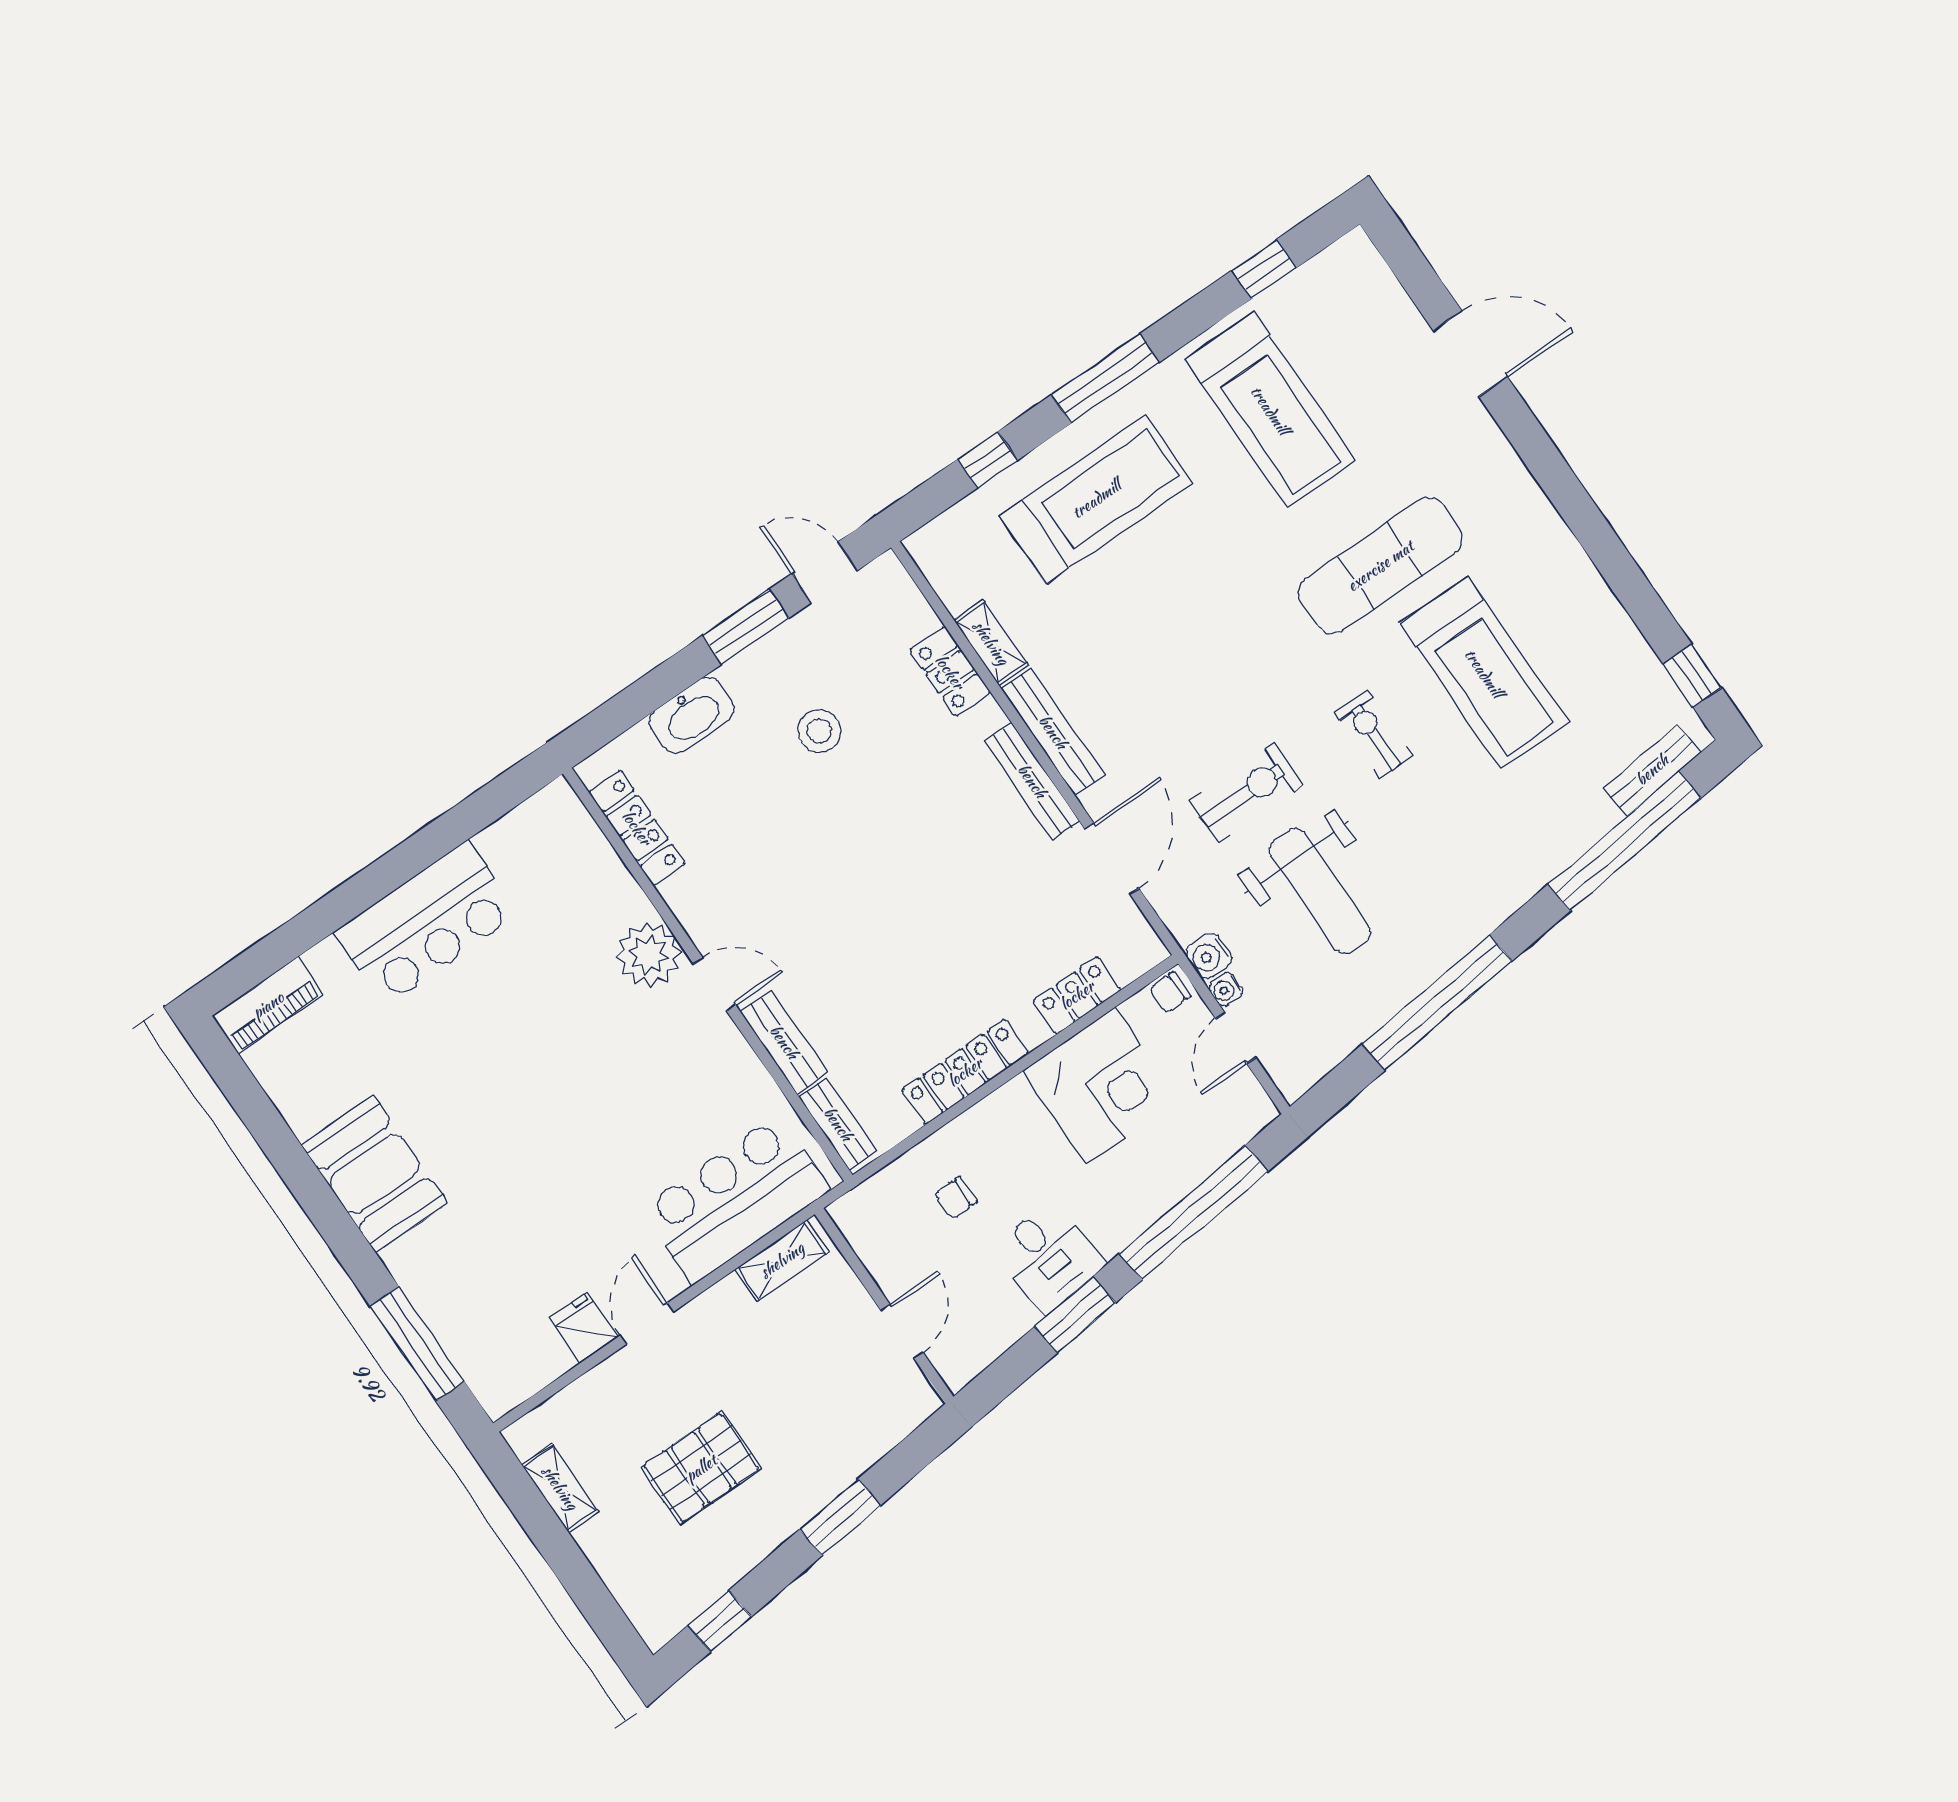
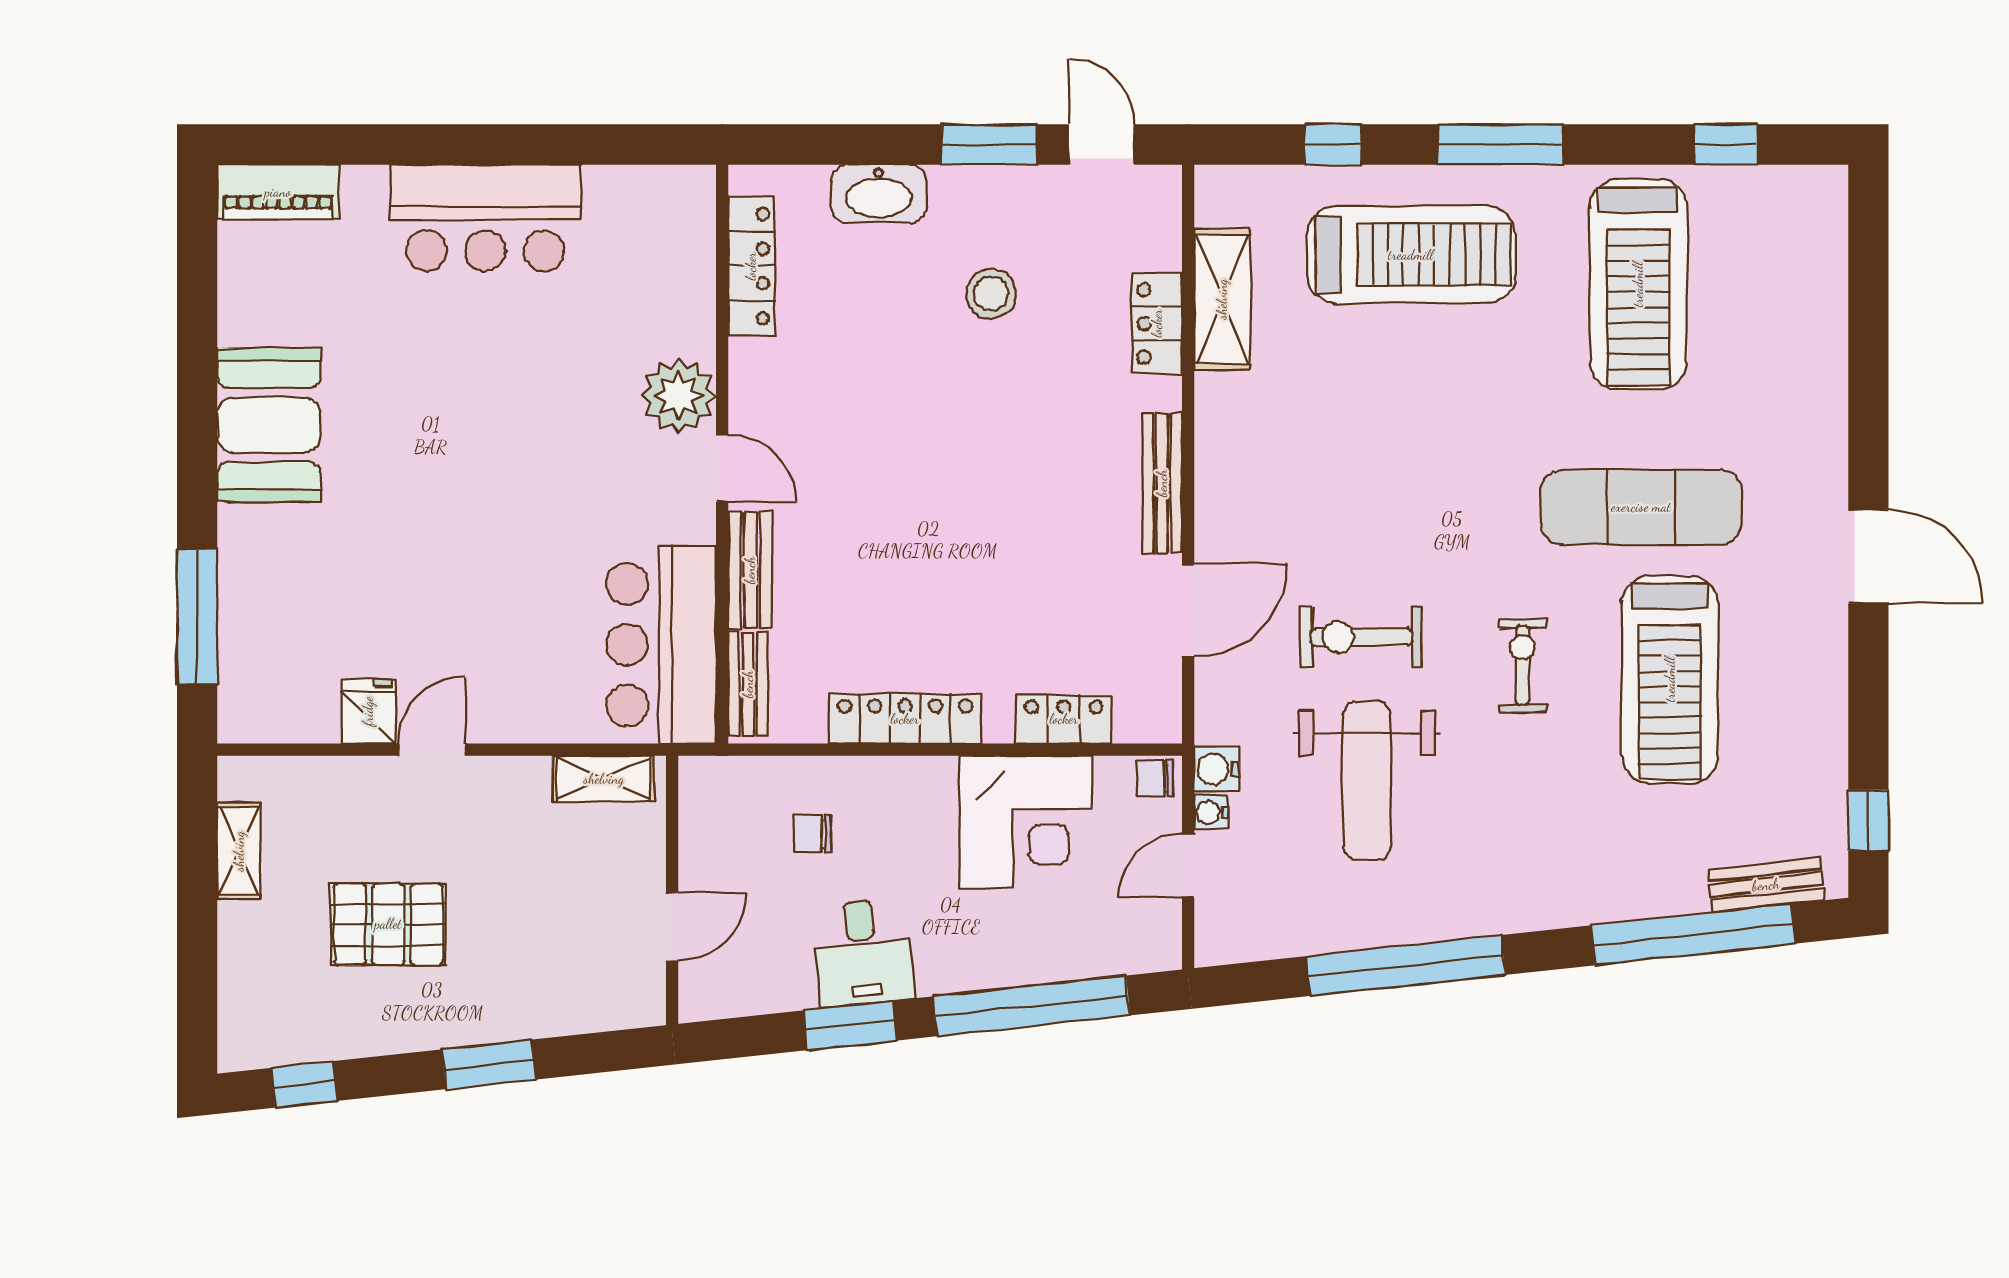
door: (1470, 354) -> (1868, 556), moved
shelving: (991, 643) -> (1222, 299), width x1.50, depth x1.33
bench: (1053, 732) -> (1215, 450), removed
exercise bike: (1247, 793) -> (1361, 637), turned 180
bar counter: (735, 1199) -> (661, 645), moved, turned -90

